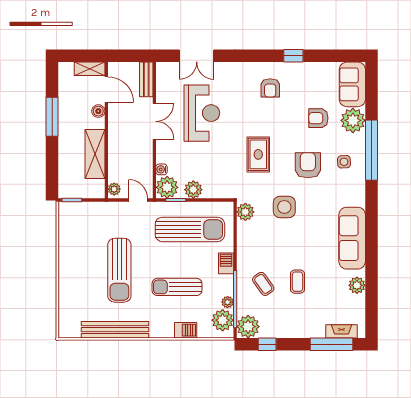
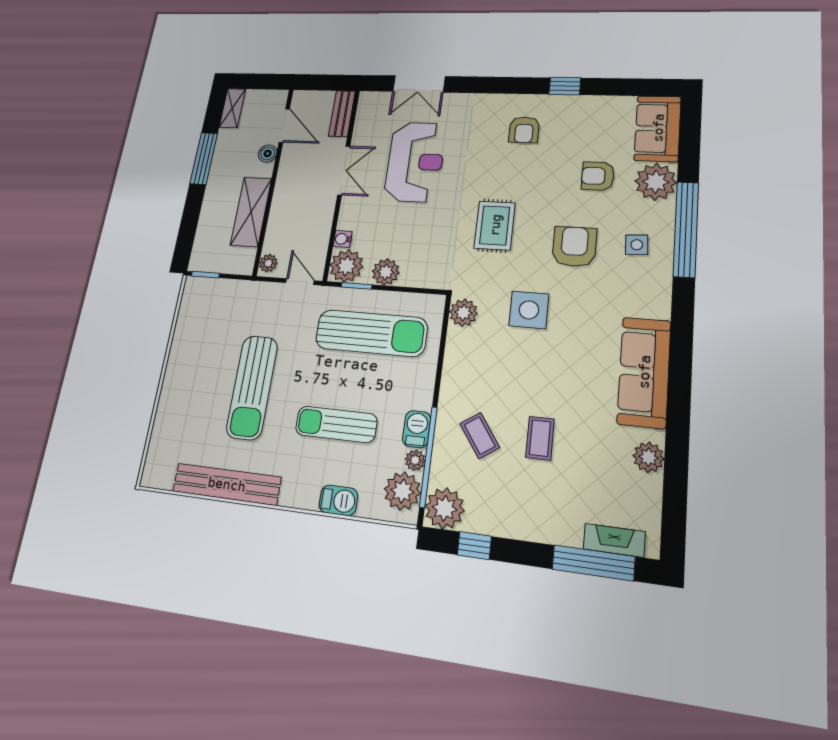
shelving: (90, 69) -> (232, 108), moved, turned 90
barbecue: (226, 263) -> (417, 429), moved

